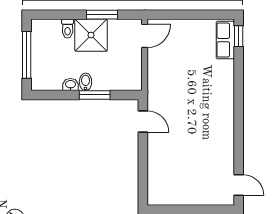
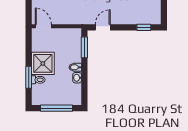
window: (102, 15) -> (29, 77), moved
window: (95, 95) -> (84, 47), moved
window: (143, 181) -> (144, 27), added

